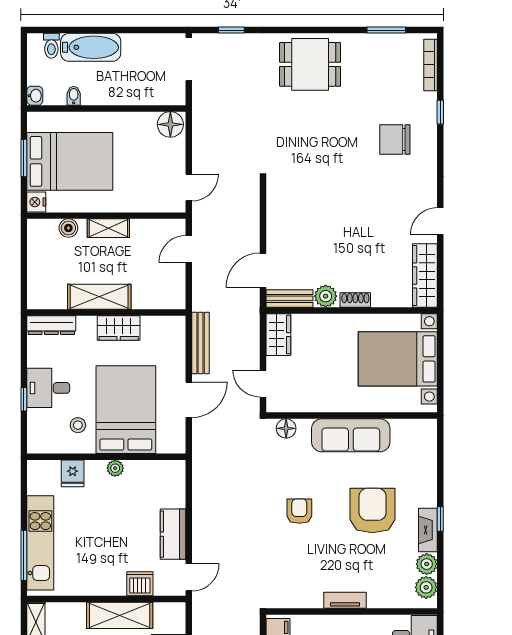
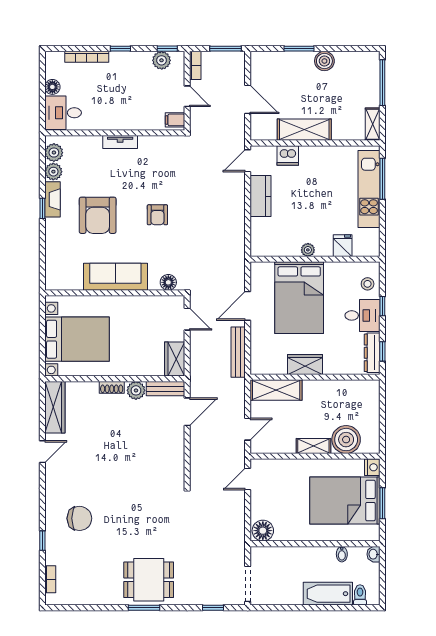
window: (386, 30) -> (144, 608), moved
bookcase: (431, 65) -> (50, 579), width x0.64
boiler: (68, 228) -> (346, 440), width x1.86, depth x1.86
shelving: (99, 297) -> (276, 390), moved
dresser: (51, 325) -> (372, 353), moved, turned -90
window: (24, 344) -> (382, 351), added
stool: (78, 425) -> (368, 284), moved

